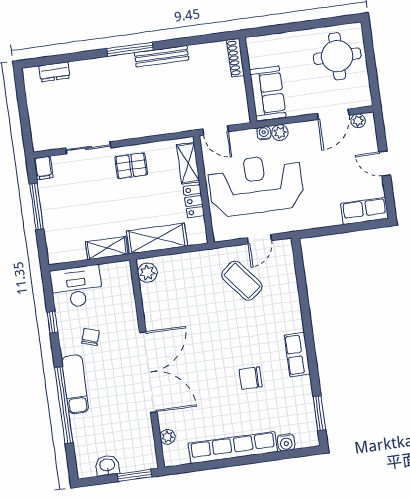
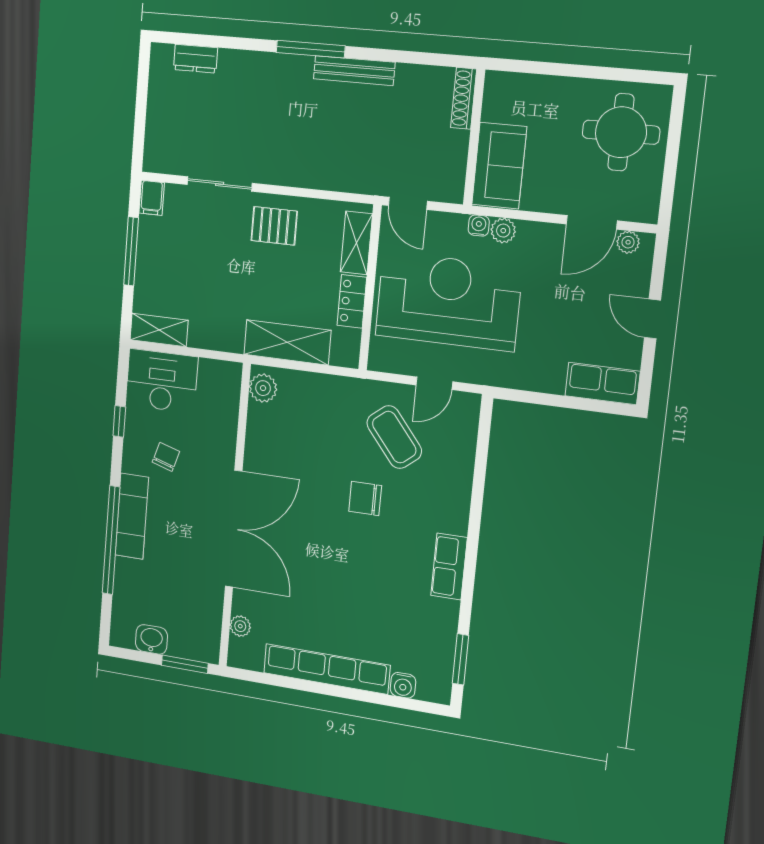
shelving: (107, 248) -> (159, 330), moved
chair: (251, 378) -> (365, 498), moved

